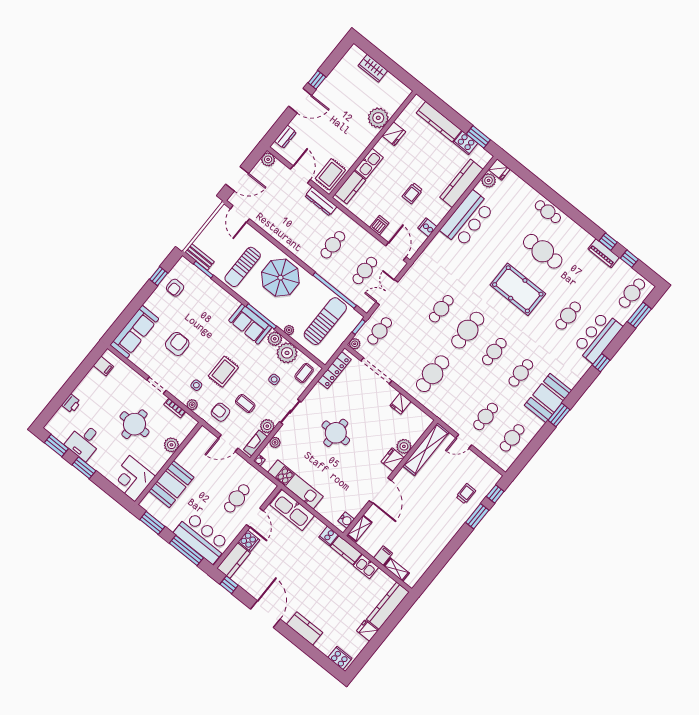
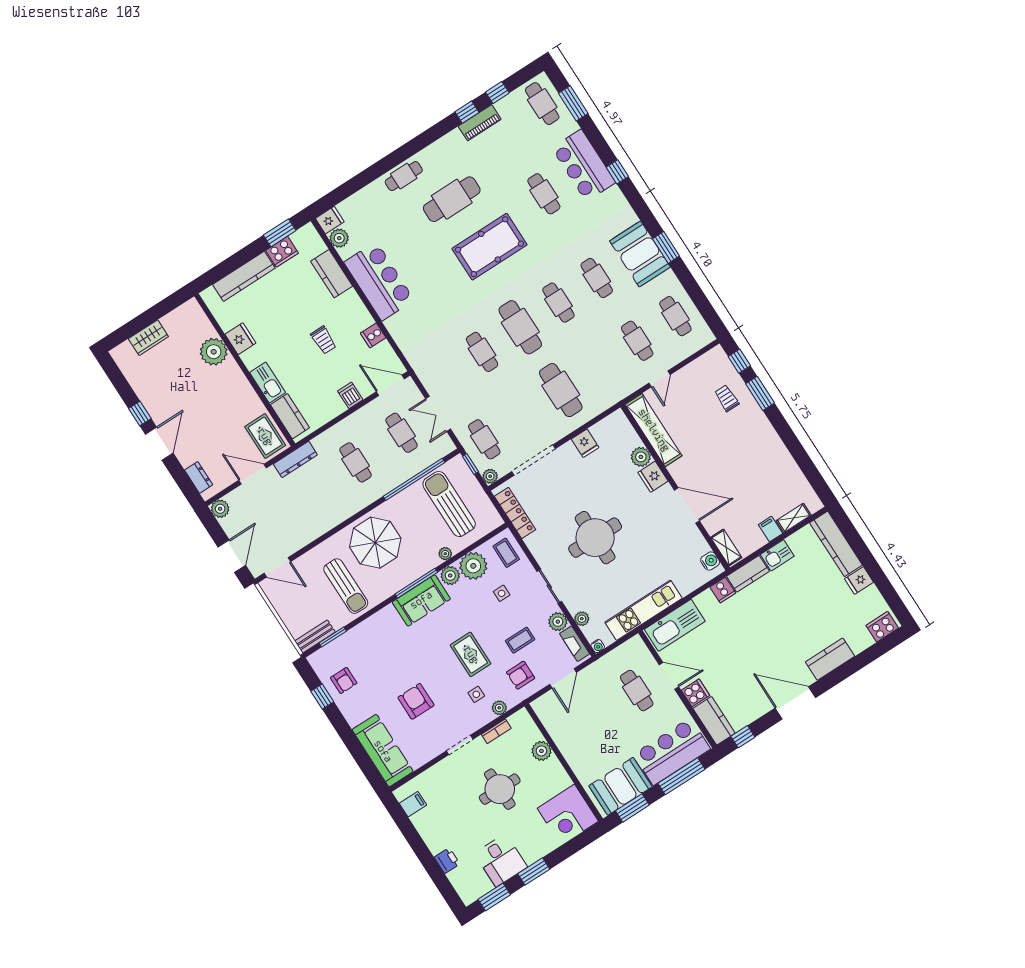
kitchen counter: (461, 183) -> (332, 274), width x0.67
round table: (336, 433) -> (595, 538), width x1.36, depth x1.36
booth: (171, 484) -> (620, 786), moved, turned 90

